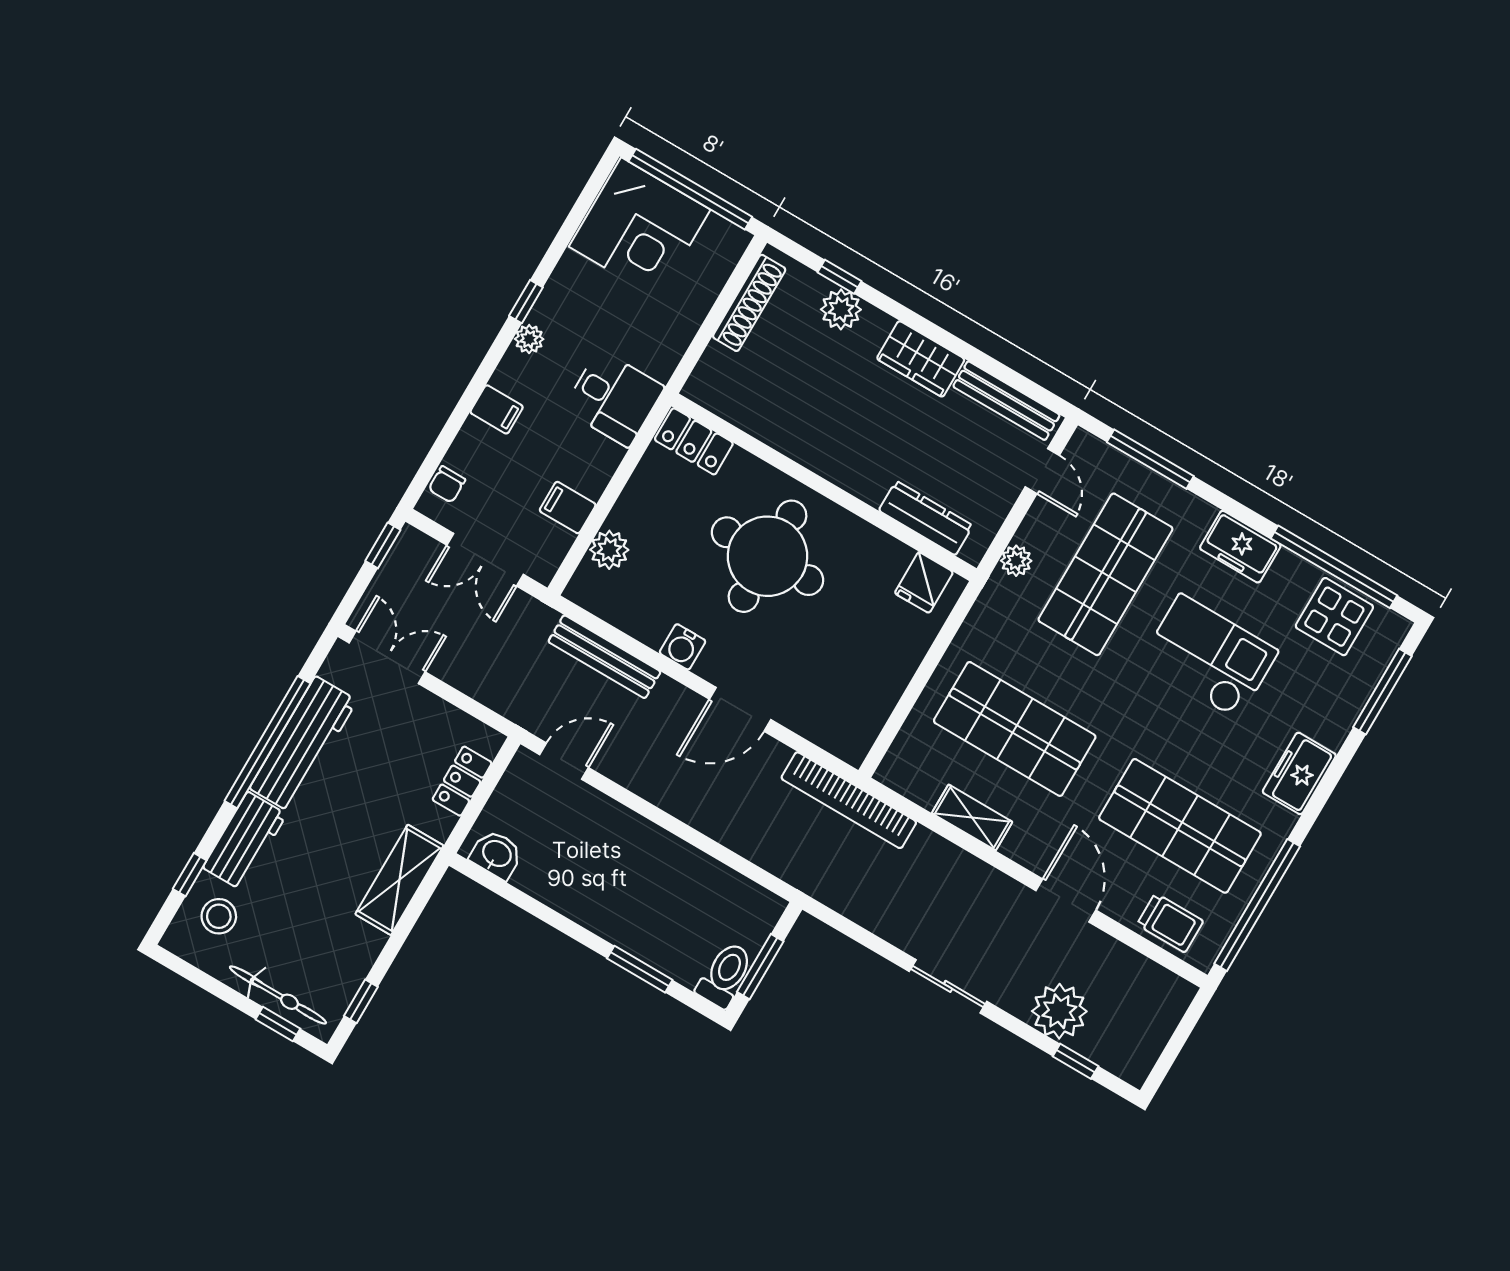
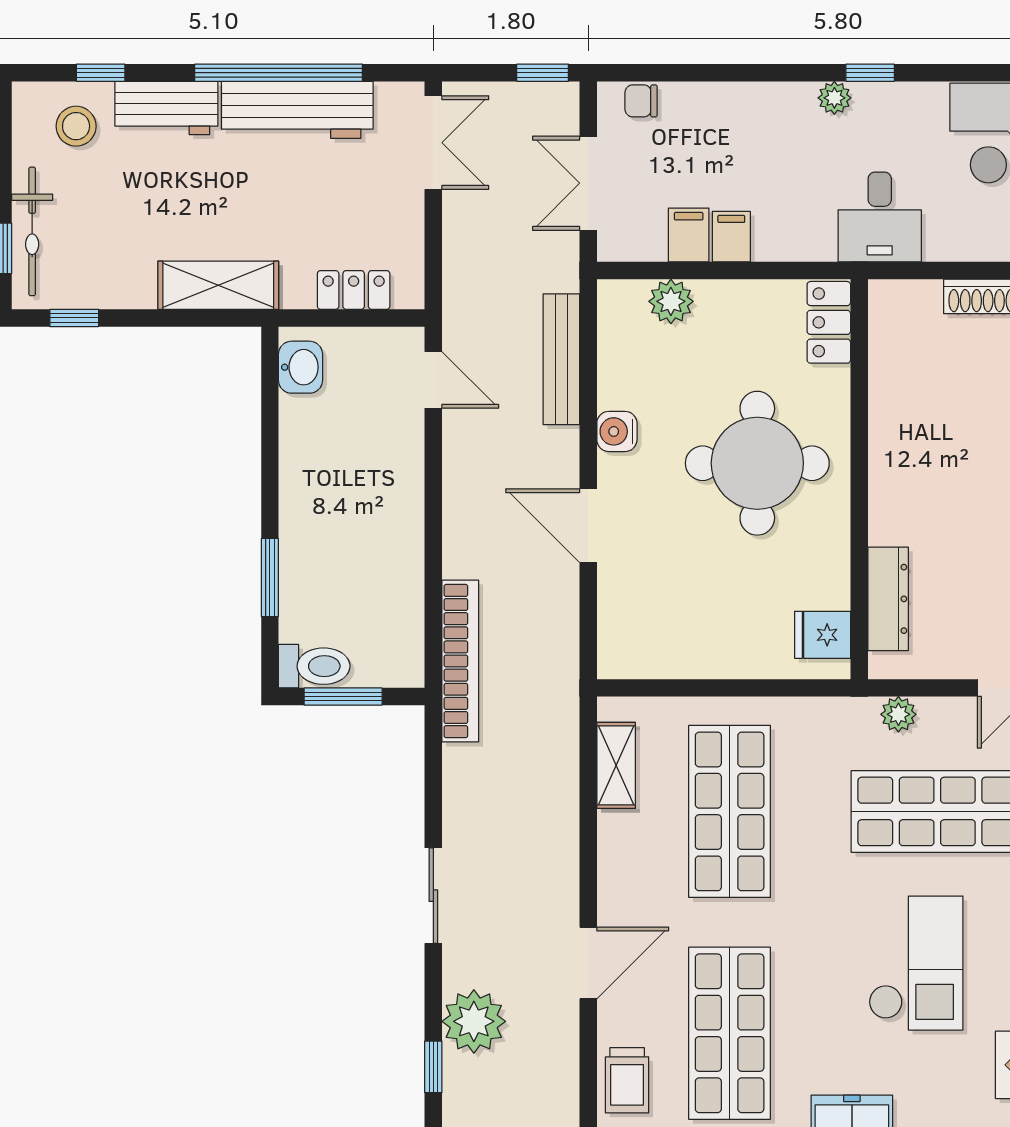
desk: (614, 398) -> (880, 217), moved
filing cabinet: (497, 409) -> (731, 237), moved, turned 180
bookcase: (849, 800) -> (460, 661), moved, turned 180
shelving: (972, 817) -> (616, 765), moved

